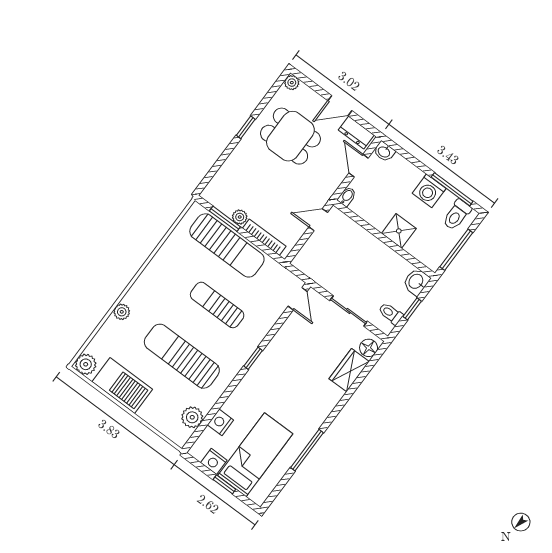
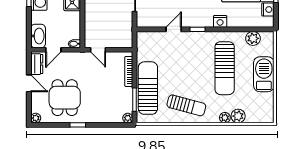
washbasin: (384, 152) -> (38, 36), width x1.91, depth x1.45
plant: (240, 217) -> (128, 118), moved
door: (298, 299) -> (174, 29), moved
sun lounger: (217, 305) -> (186, 105), moved, turned -75
plant: (86, 364) -> (238, 116), moved
barbecue: (122, 386) -> (264, 74), moved
nightstand: (220, 422) -> (220, 21), moved

